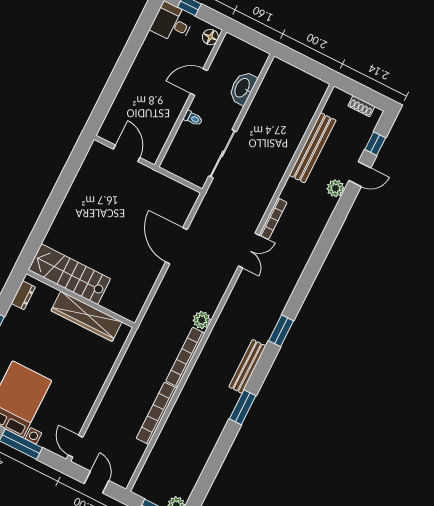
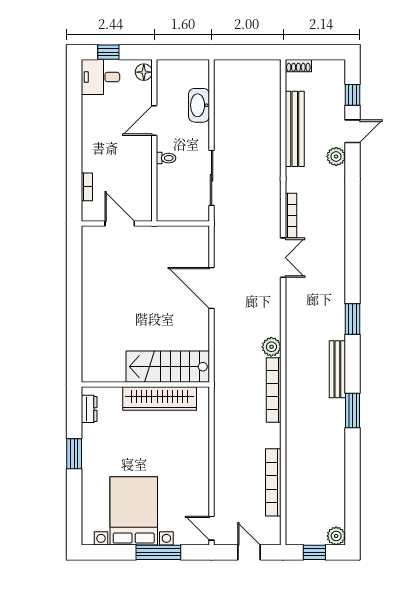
shoe rack: (361, 106) -> (298, 66), moved
bookcase: (115, 109) -> (87, 187), added
stairs: (69, 274) -> (168, 367), moved
bookcase: (157, 413) -> (273, 482), moved

